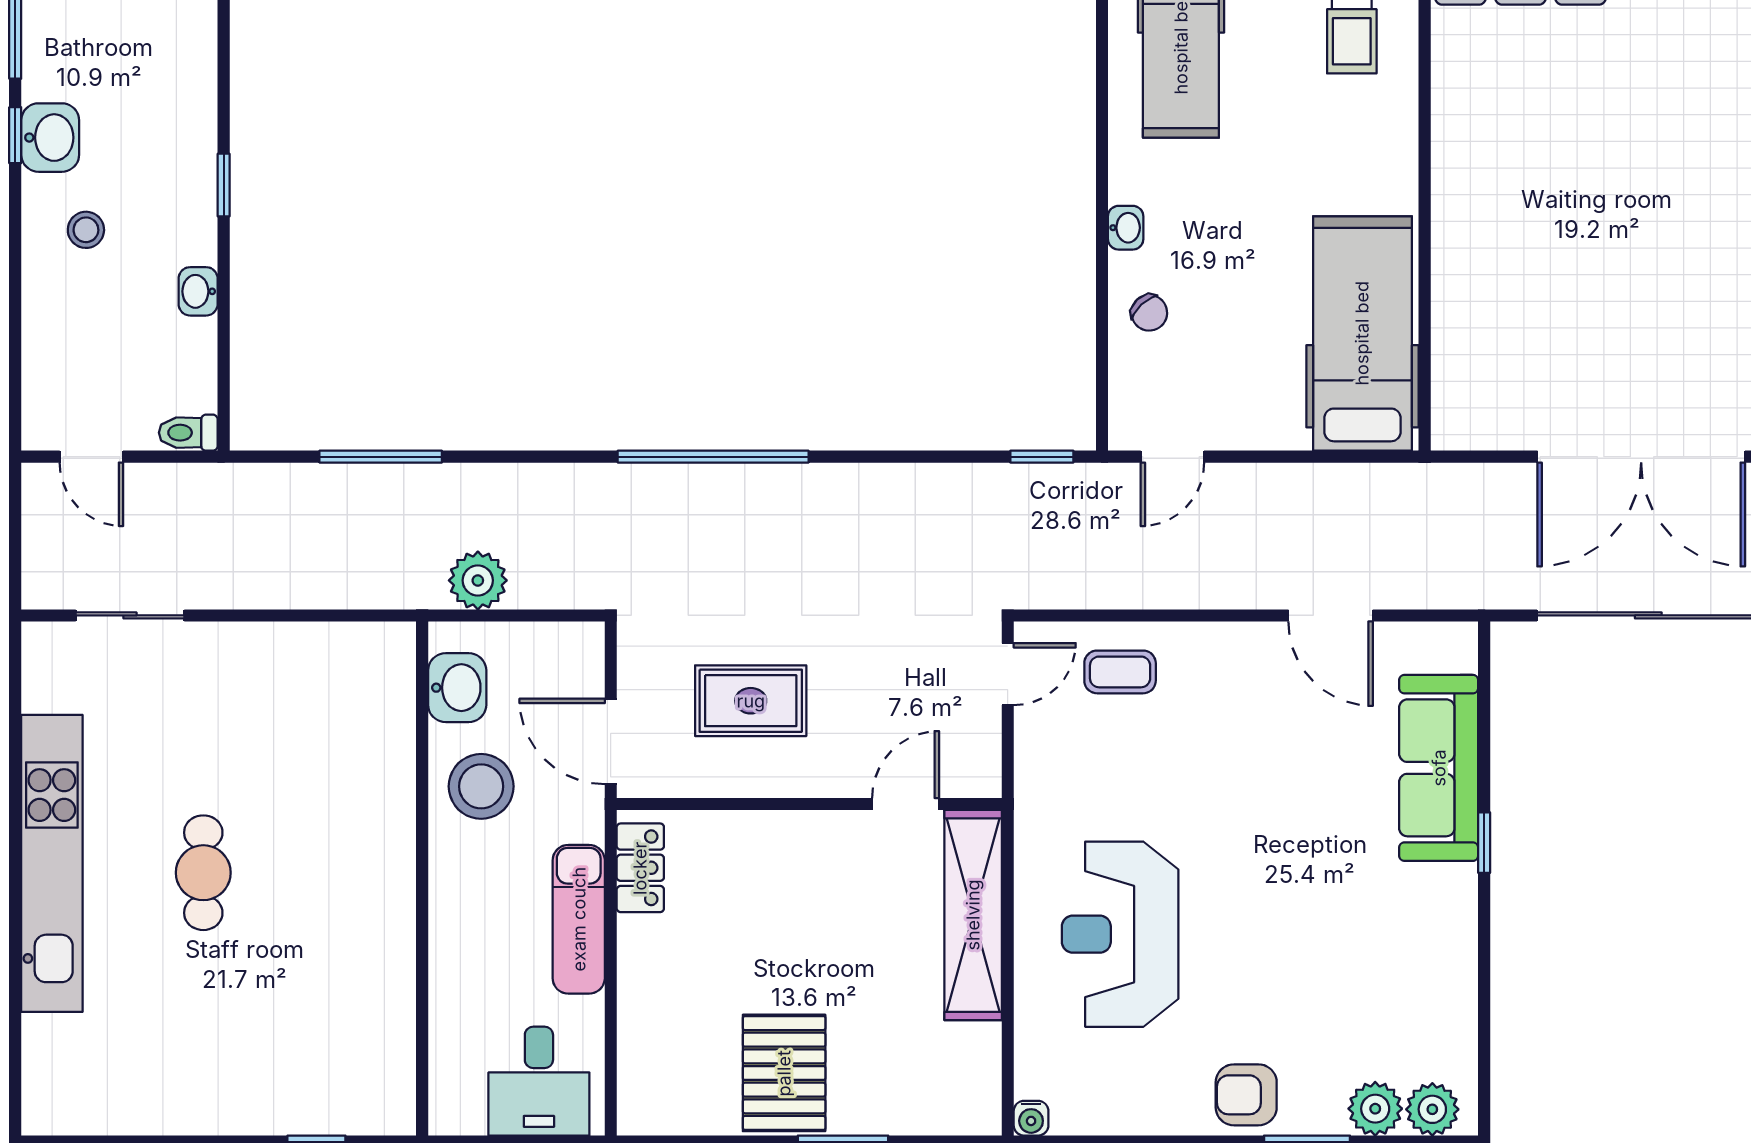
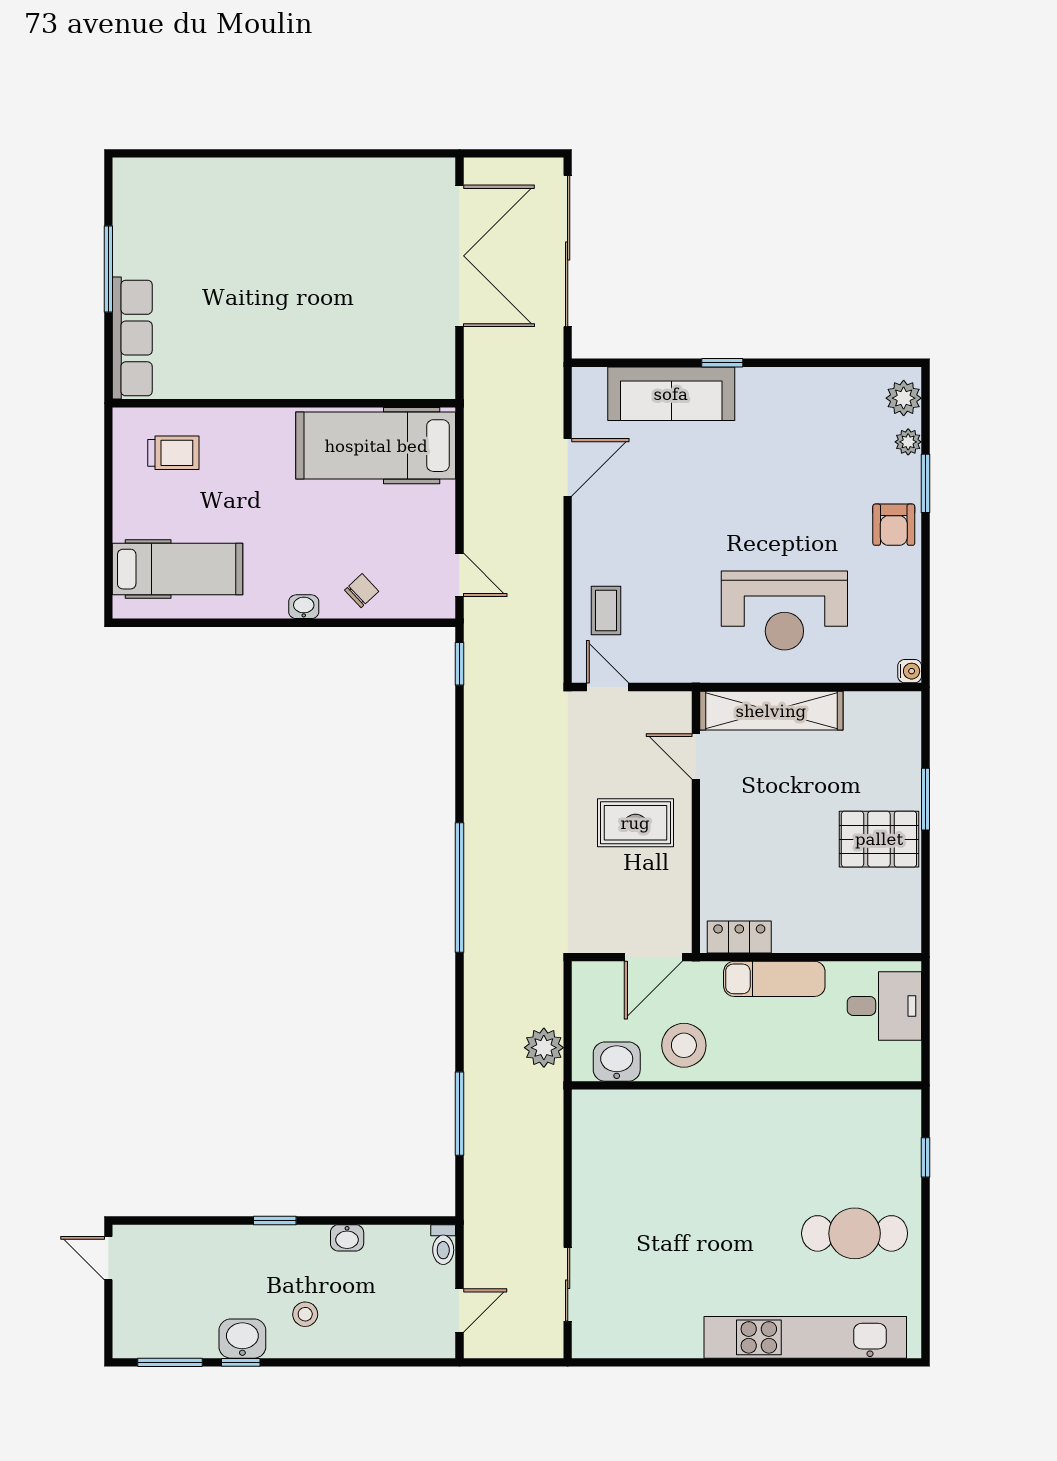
rug: (751, 701) -> (635, 823), moved, turned 90
kitchen unit: (52, 863) -> (805, 1337), moved
cafe table: (203, 873) -> (855, 1233), moved, width x1.37, depth x1.35
plant: (1375, 1109) -> (908, 442), width x0.73, depth x0.73

